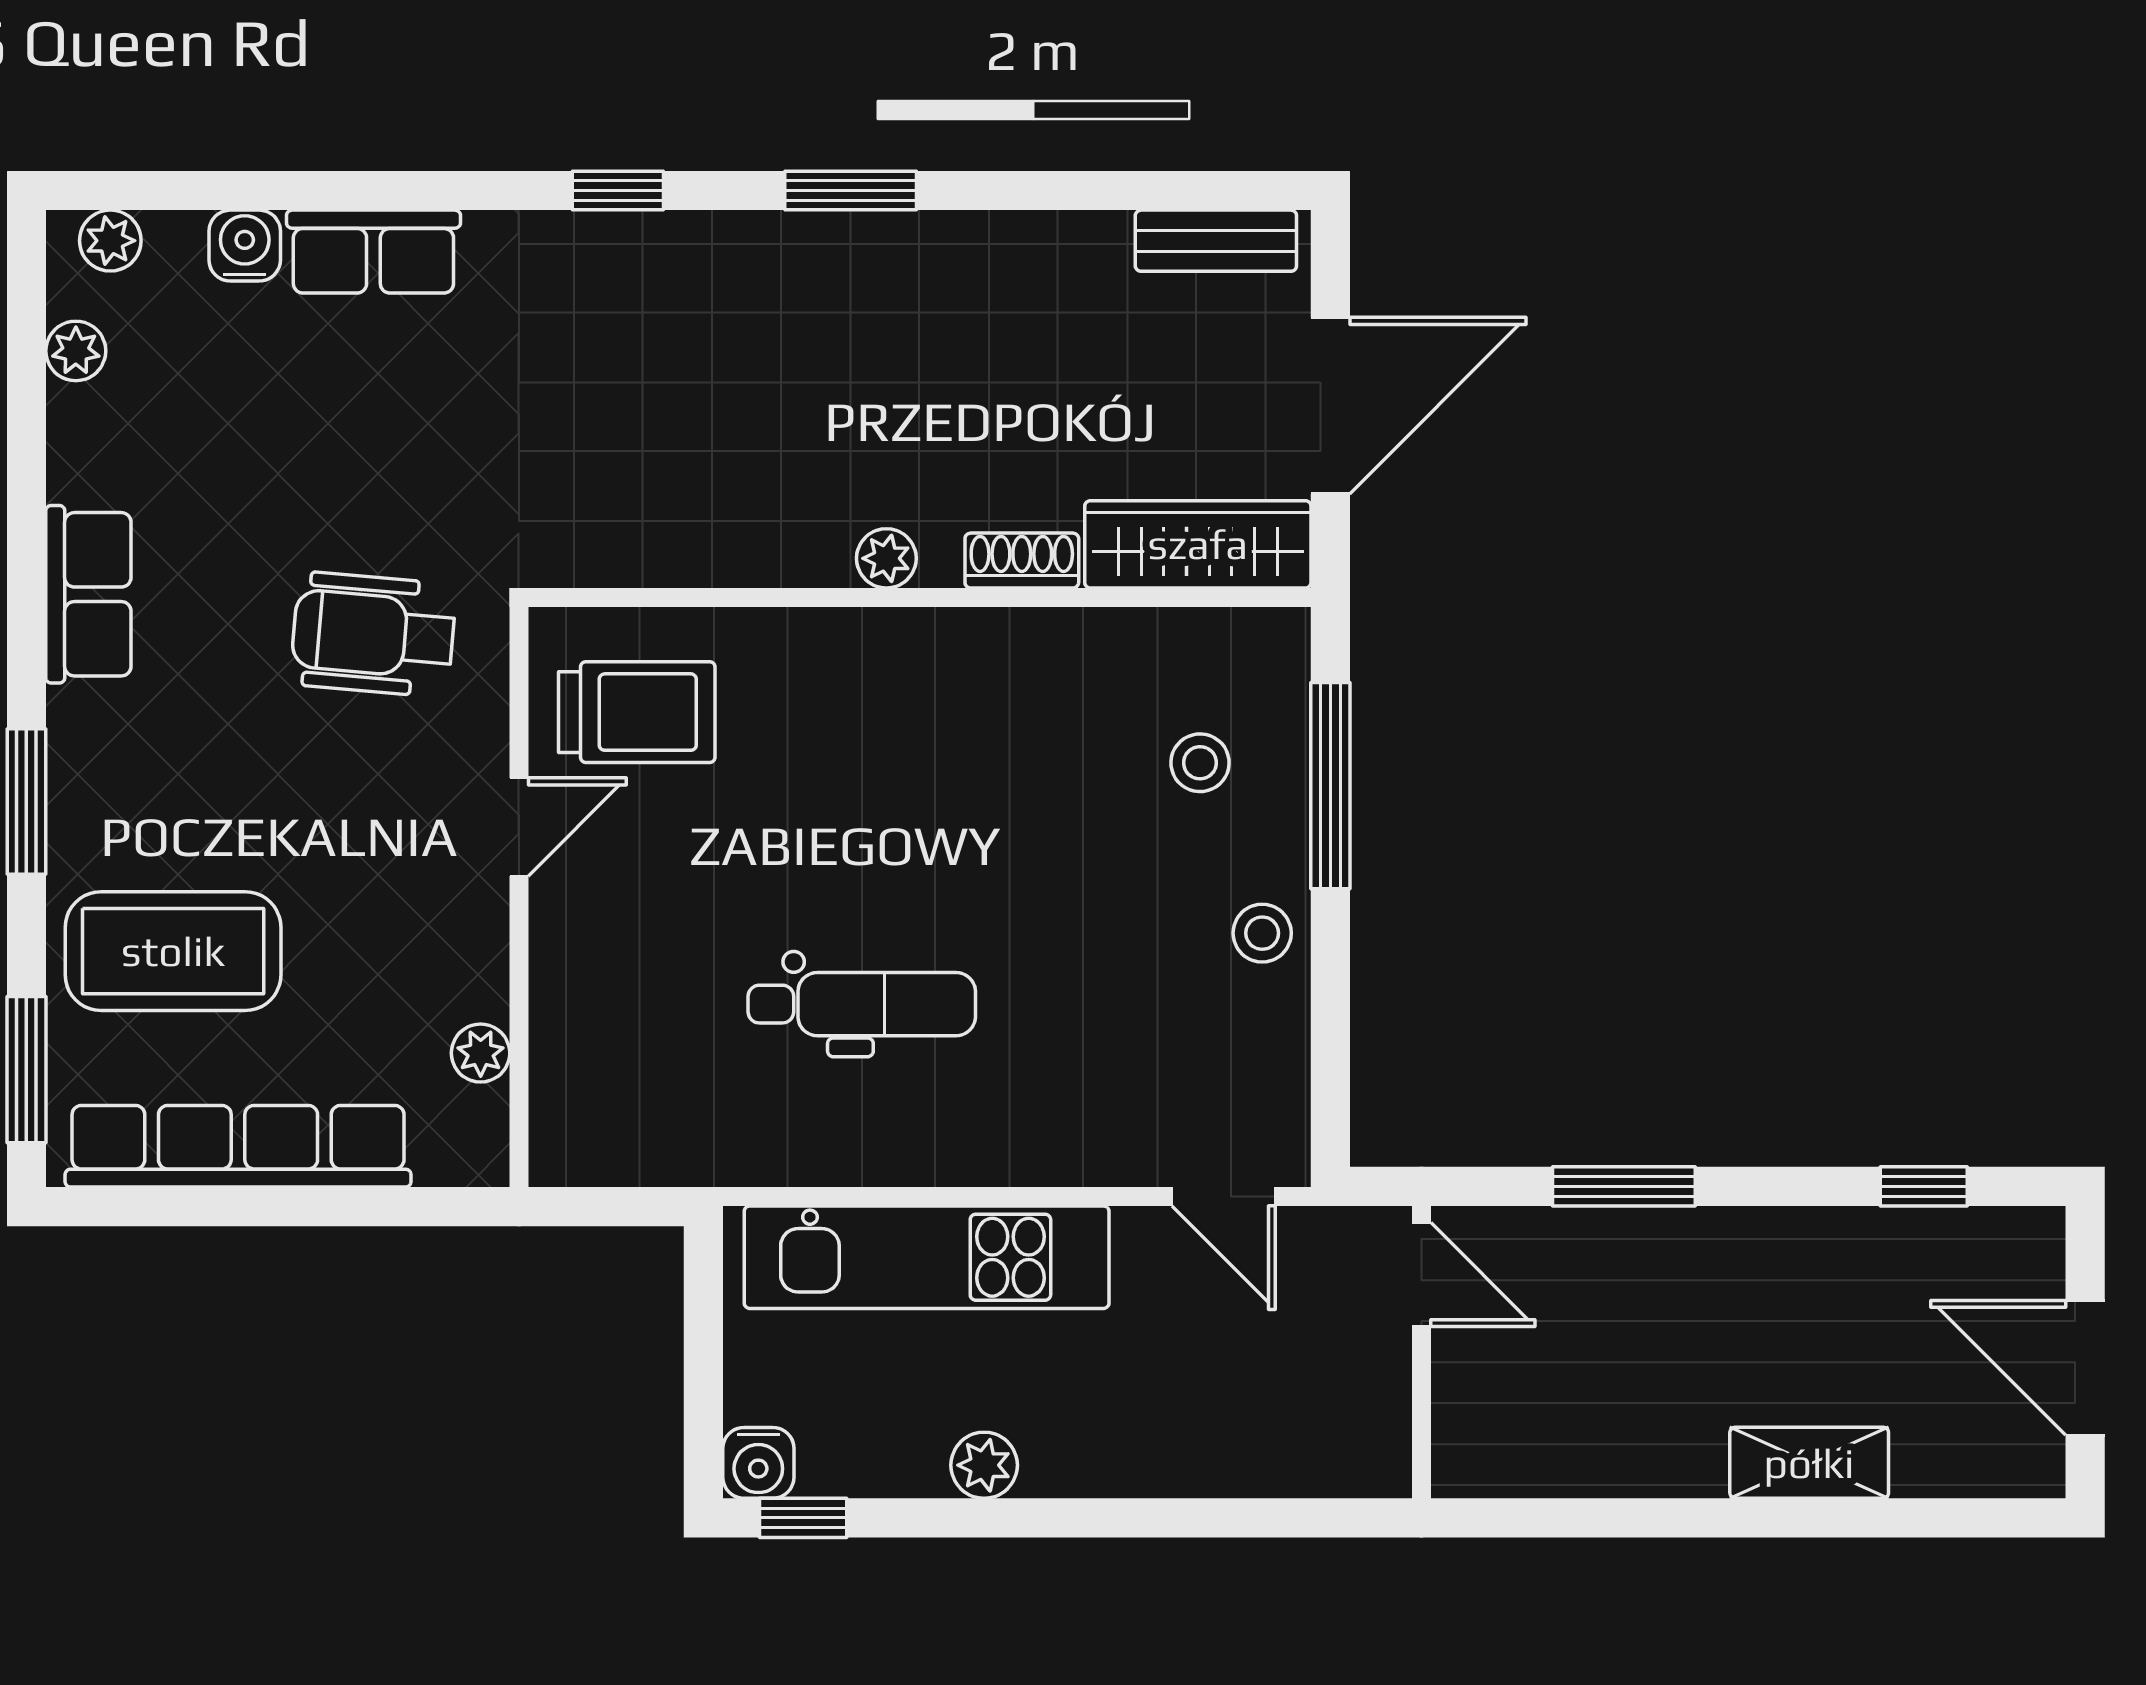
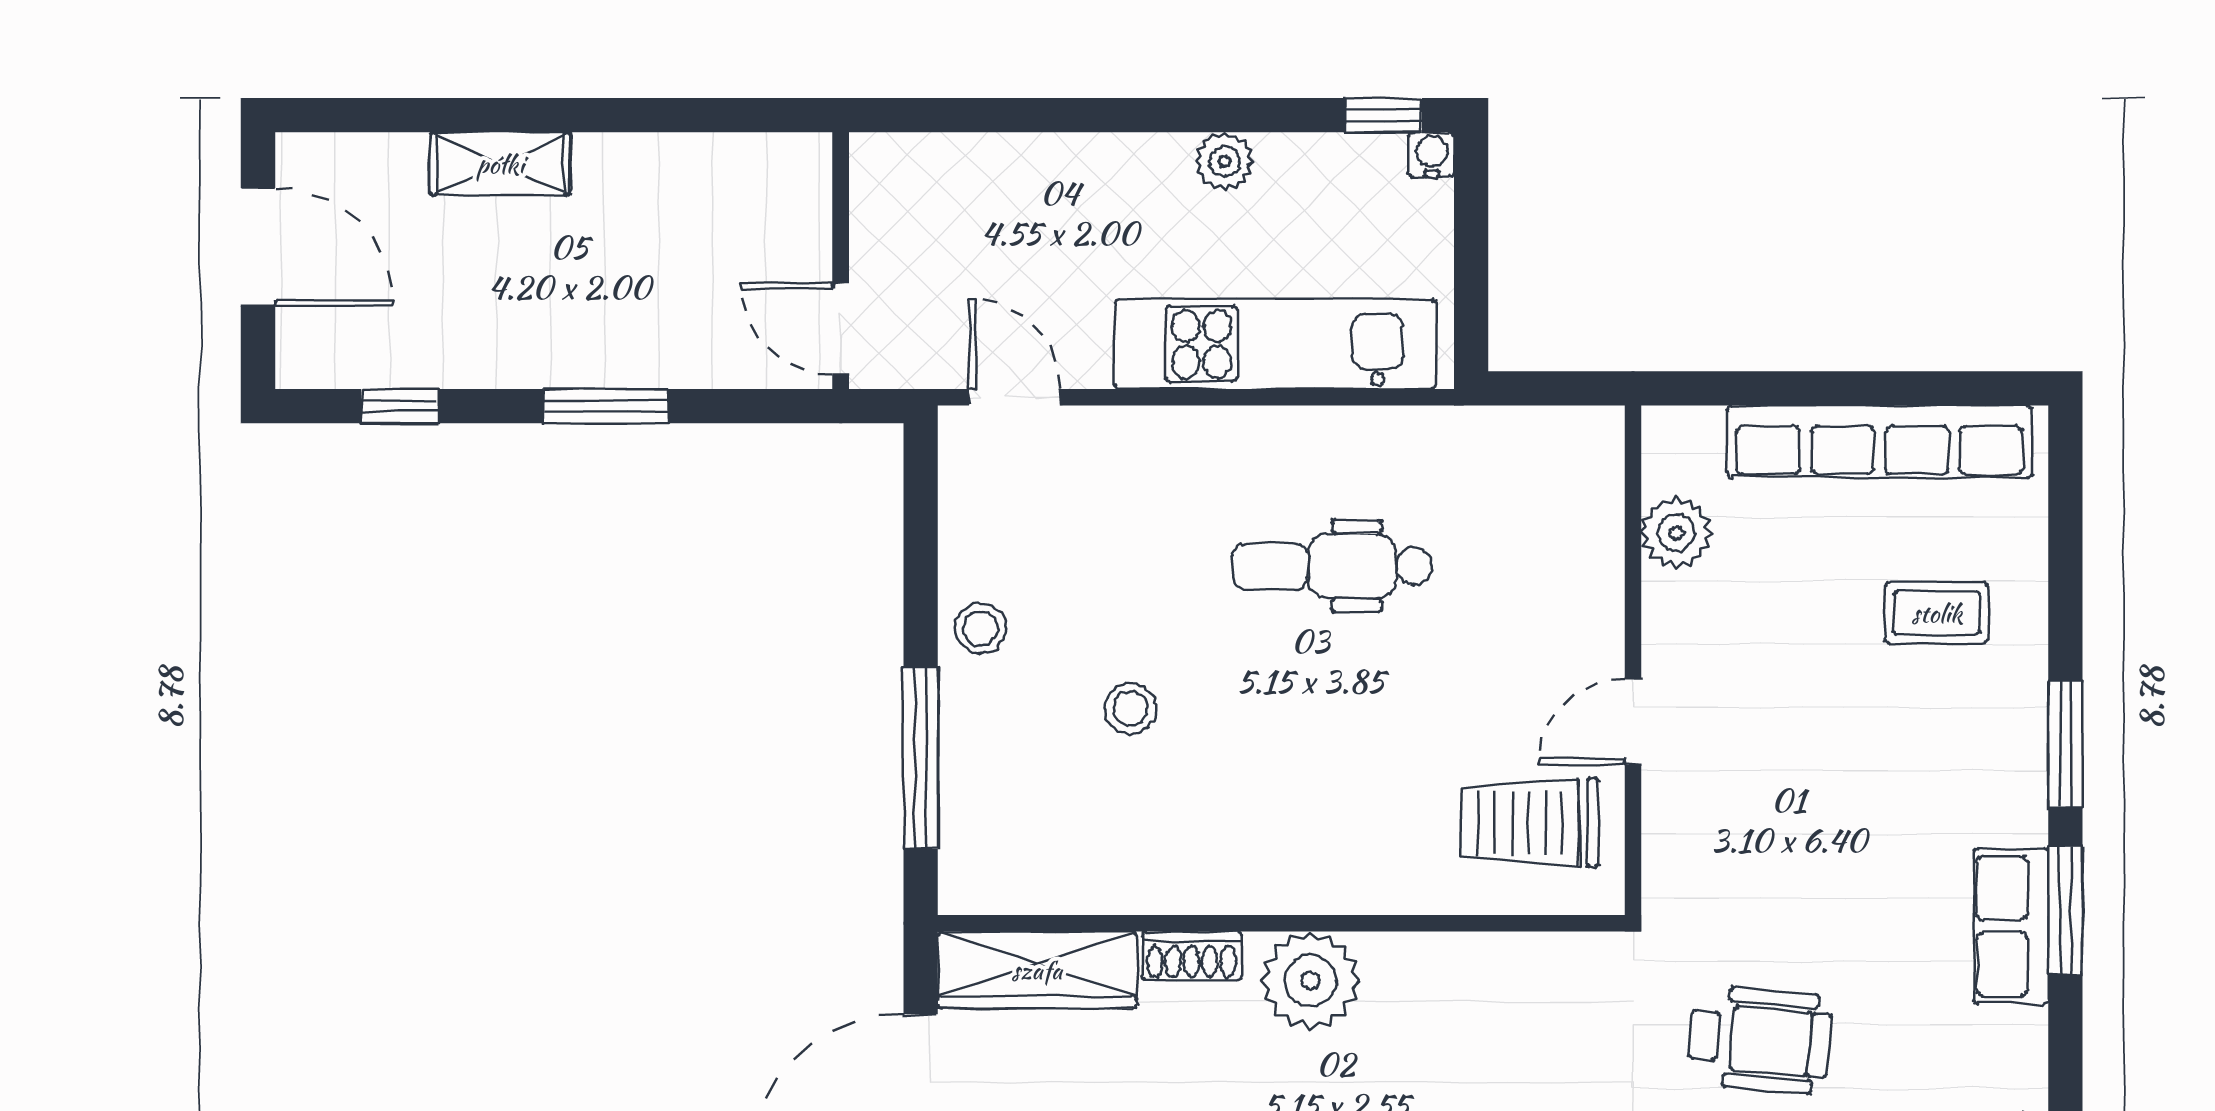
plant: (886, 558) -> (1310, 980), width x1.88, depth x1.88
wheelchair: (373, 634) -> (1760, 1040), moved
stool: (1200, 763) -> (1131, 709), moved
coffee table: (173, 951) -> (1937, 613), width x0.54, depth x0.58
plant: (481, 1053) -> (1676, 533), width x1.38, depth x1.38
window: (26, 1070) -> (2065, 911), moved
window: (1624, 1186) -> (606, 406), moved
water cooler: (758, 1463) -> (1432, 155), width x0.72, depth x0.72

